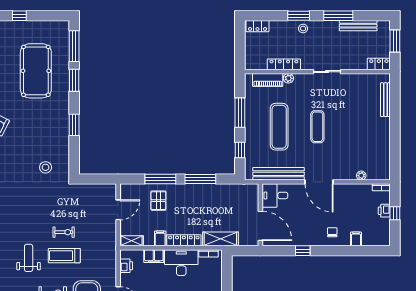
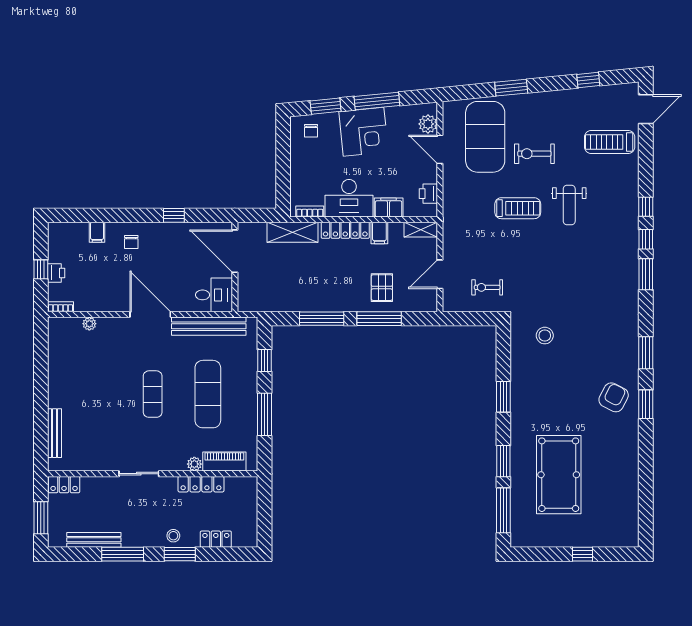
locker: (258, 26) -> (216, 539), moved
exercise bike: (64, 232) -> (487, 287), moved

